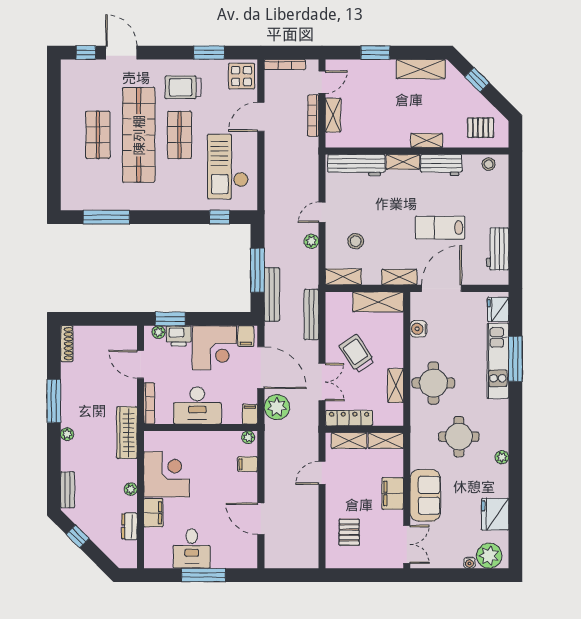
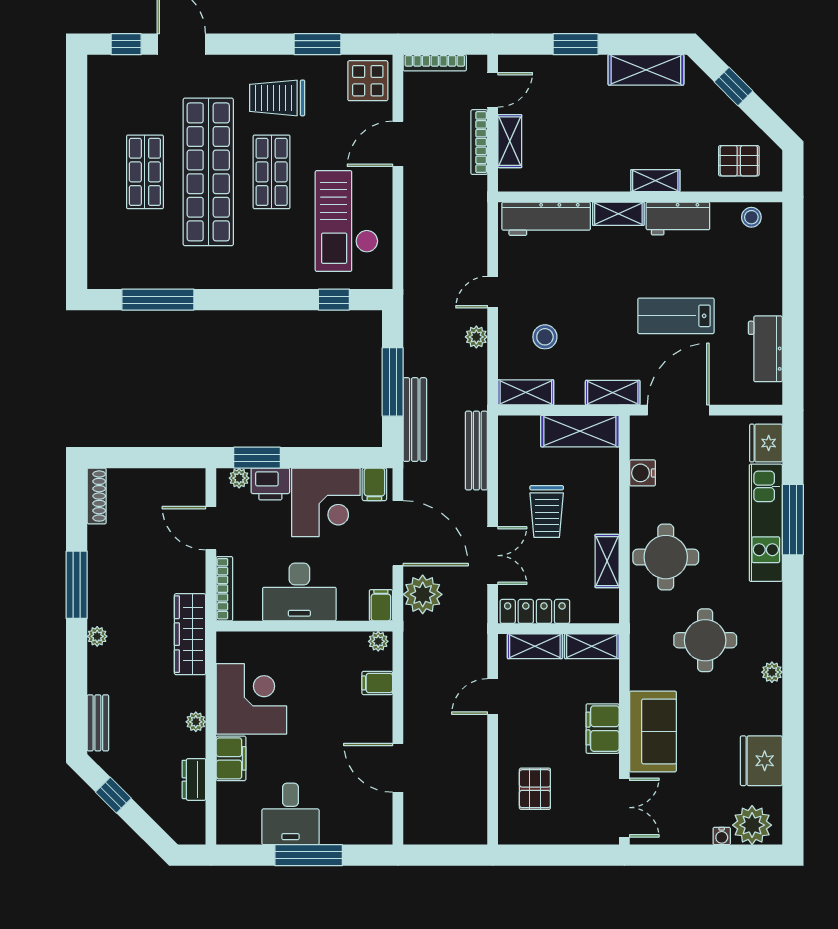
trolley: (357, 354) -> (547, 512), turned -146

